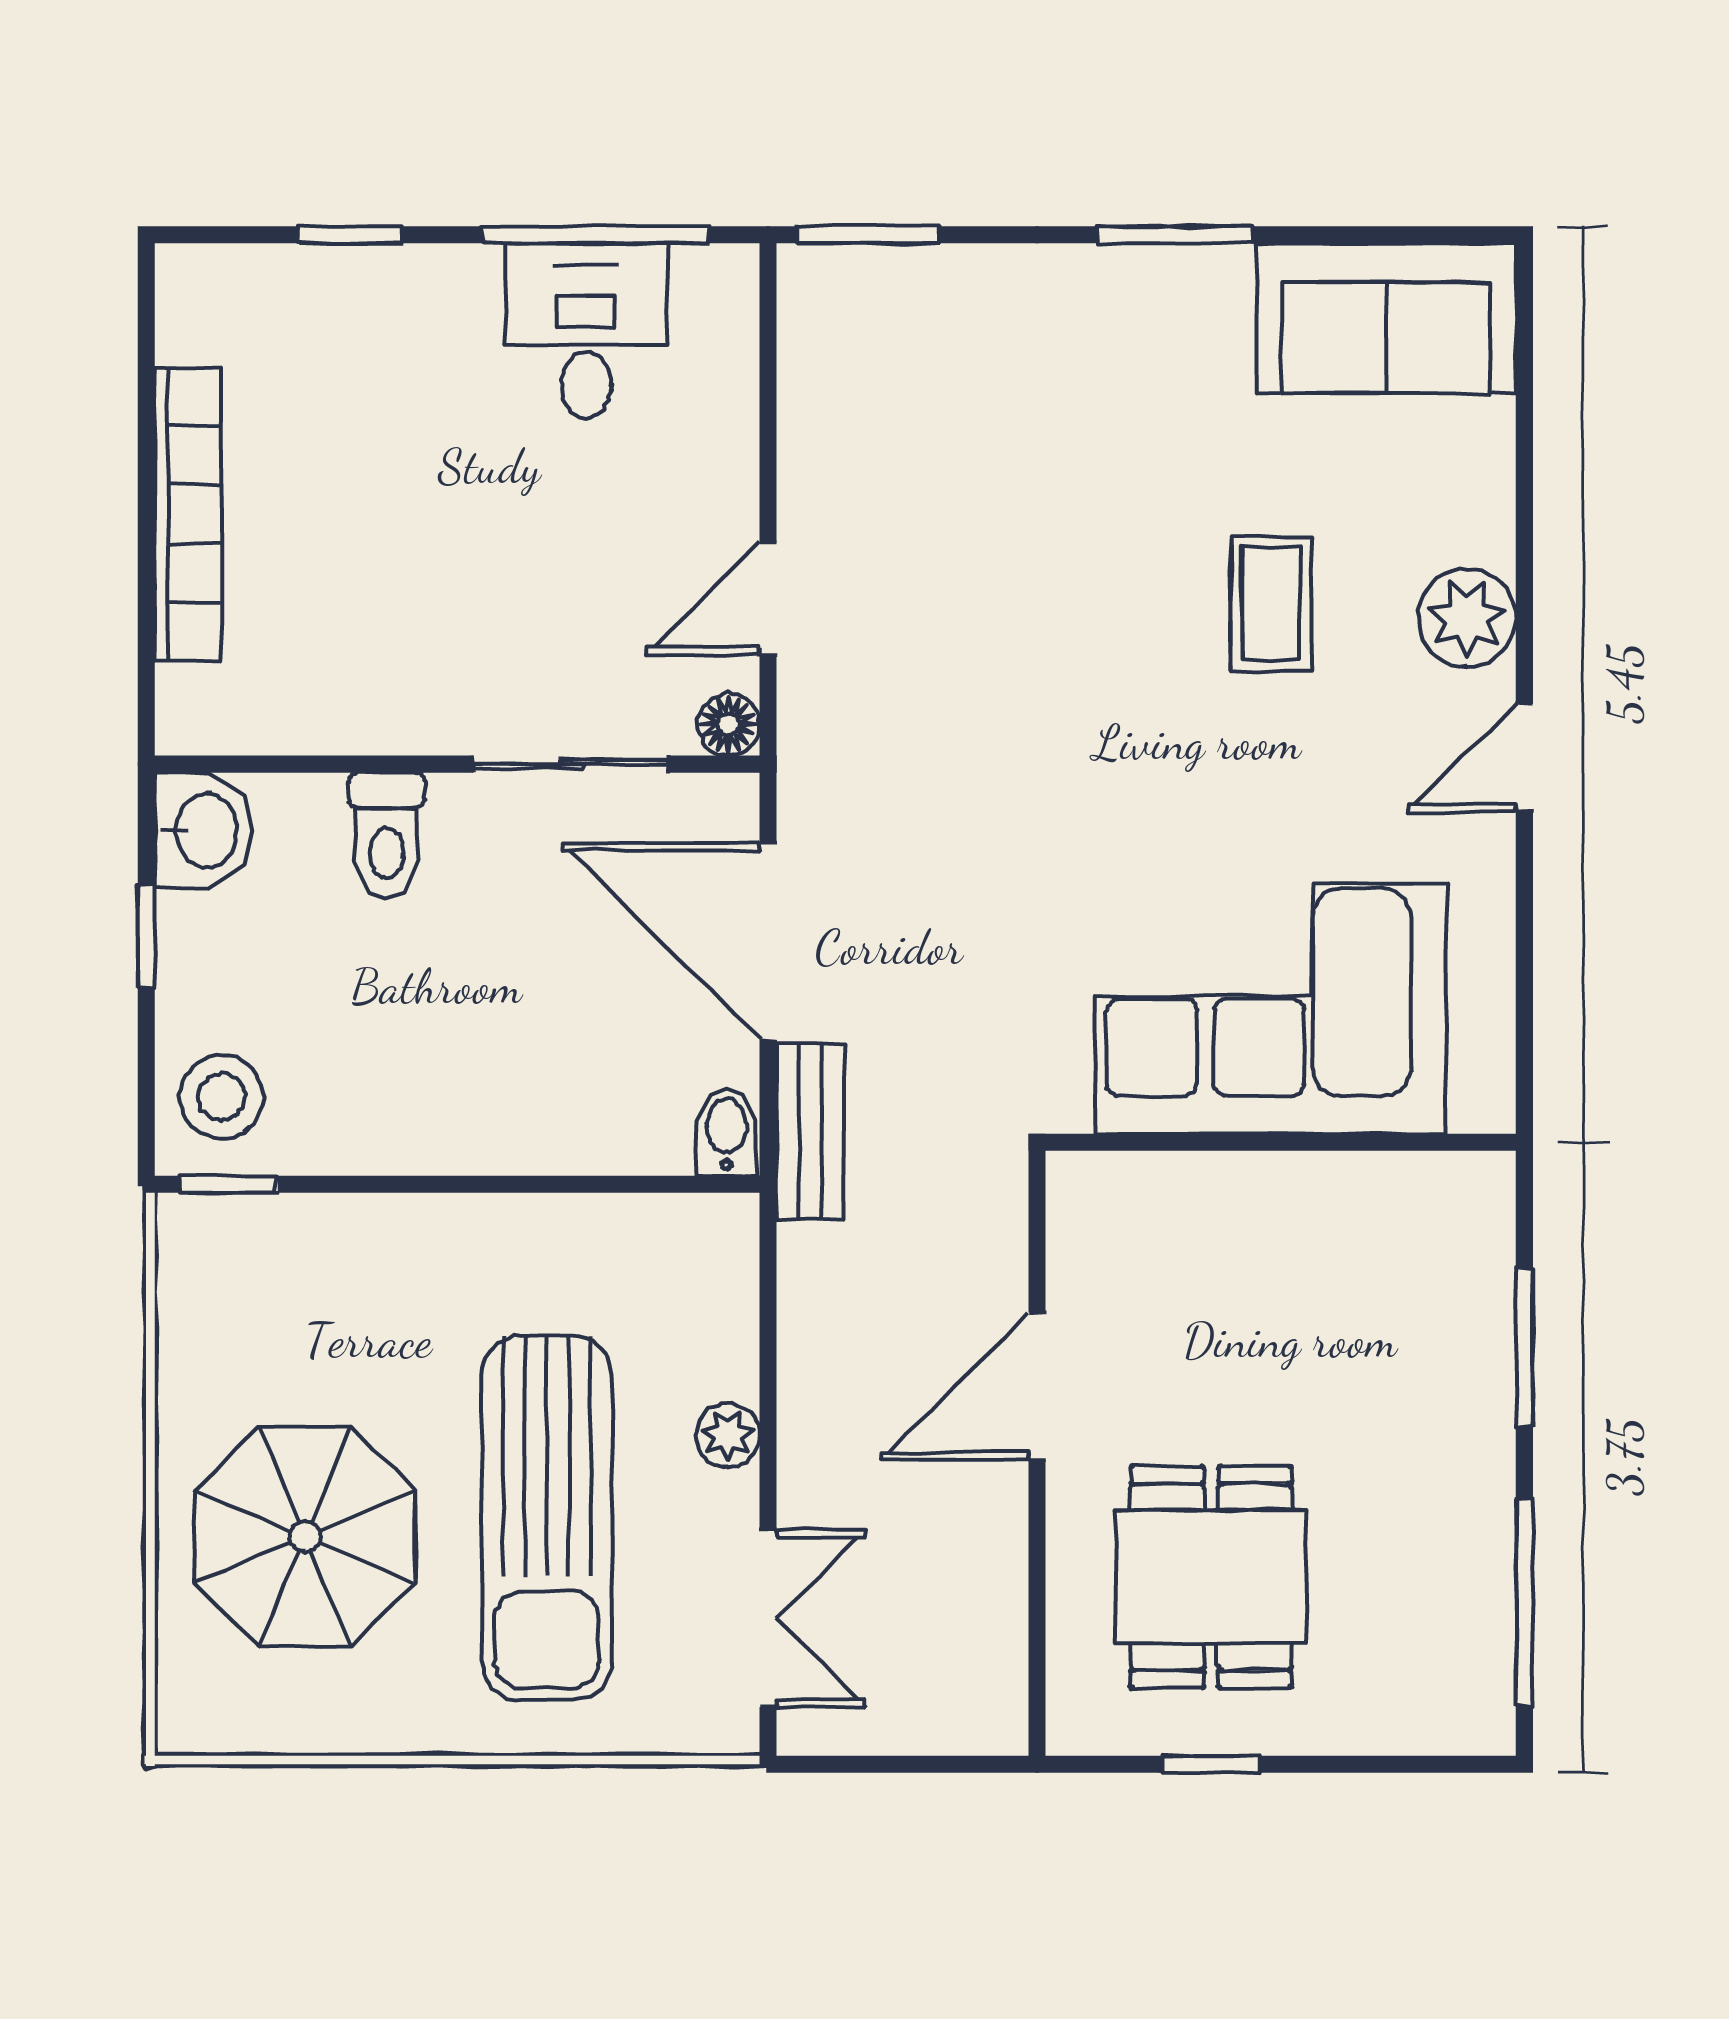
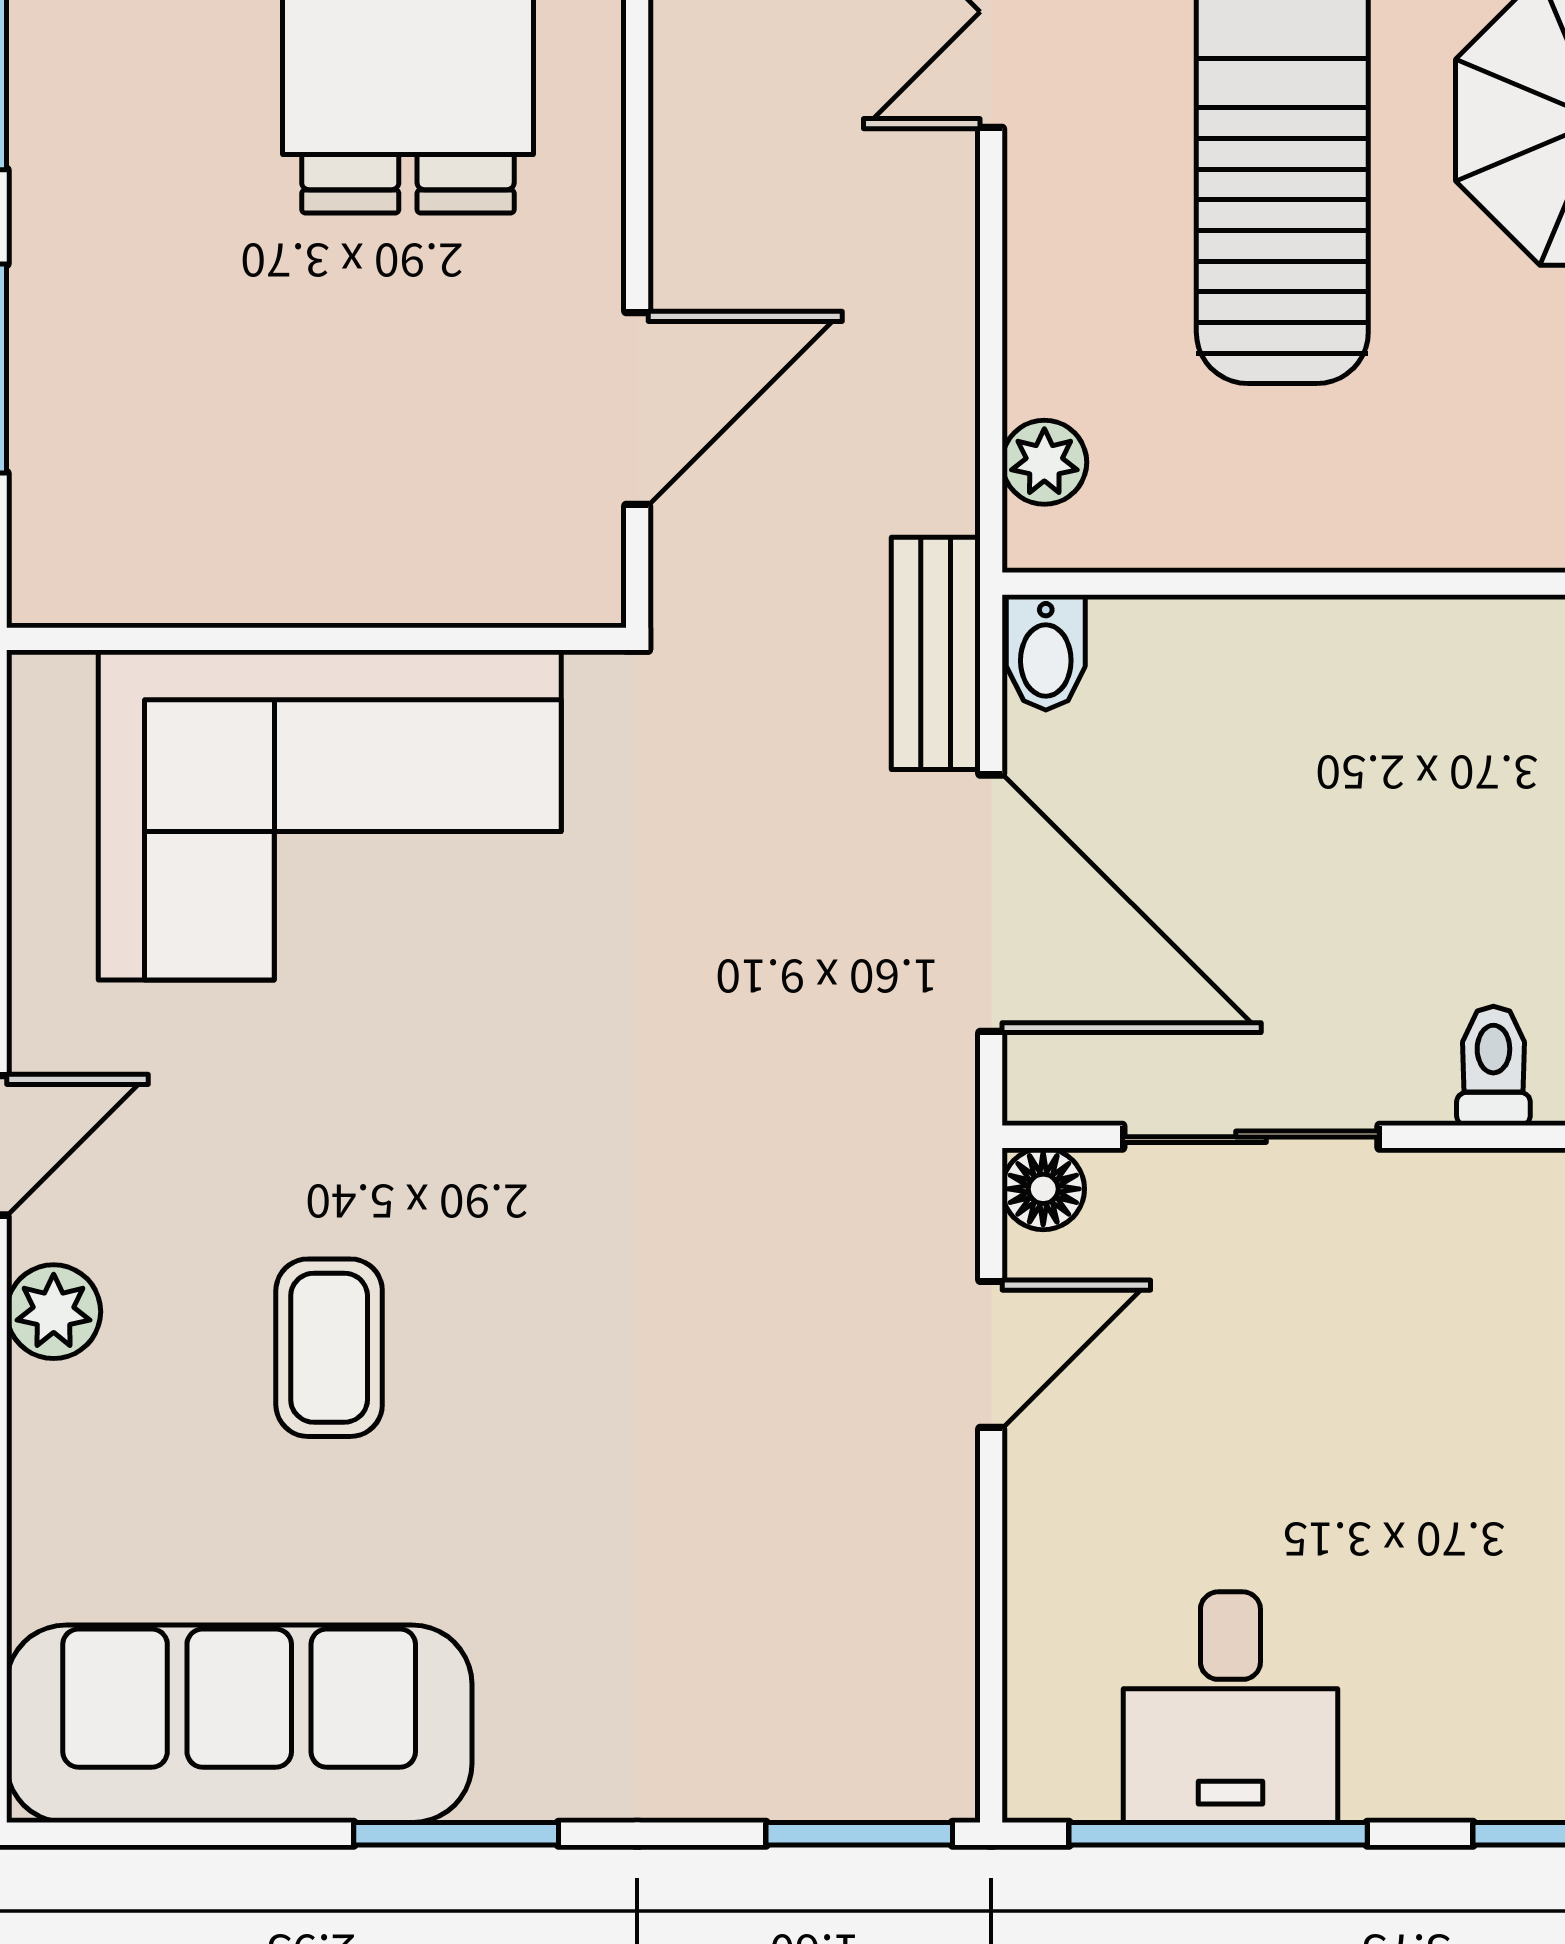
sofa: (1386, 318) -> (239, 1724), width x1.36
plant: (1467, 618) -> (54, 1312), width x0.73, depth x0.73
toilet: (386, 836) -> (1493, 1066), width x0.73, depth x0.72
door: (1037, 1386) -> (637, 409), moved
plant: (728, 1435) -> (1044, 462), moved

